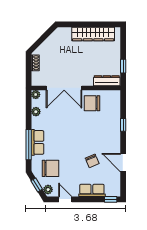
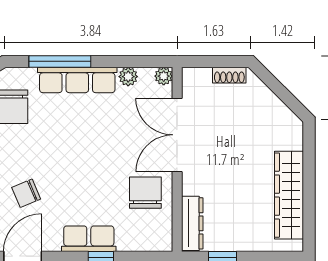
row of seats: (114, 131) -> (89, 239), added
row of seats: (37, 142) -> (77, 80), width x1.48

